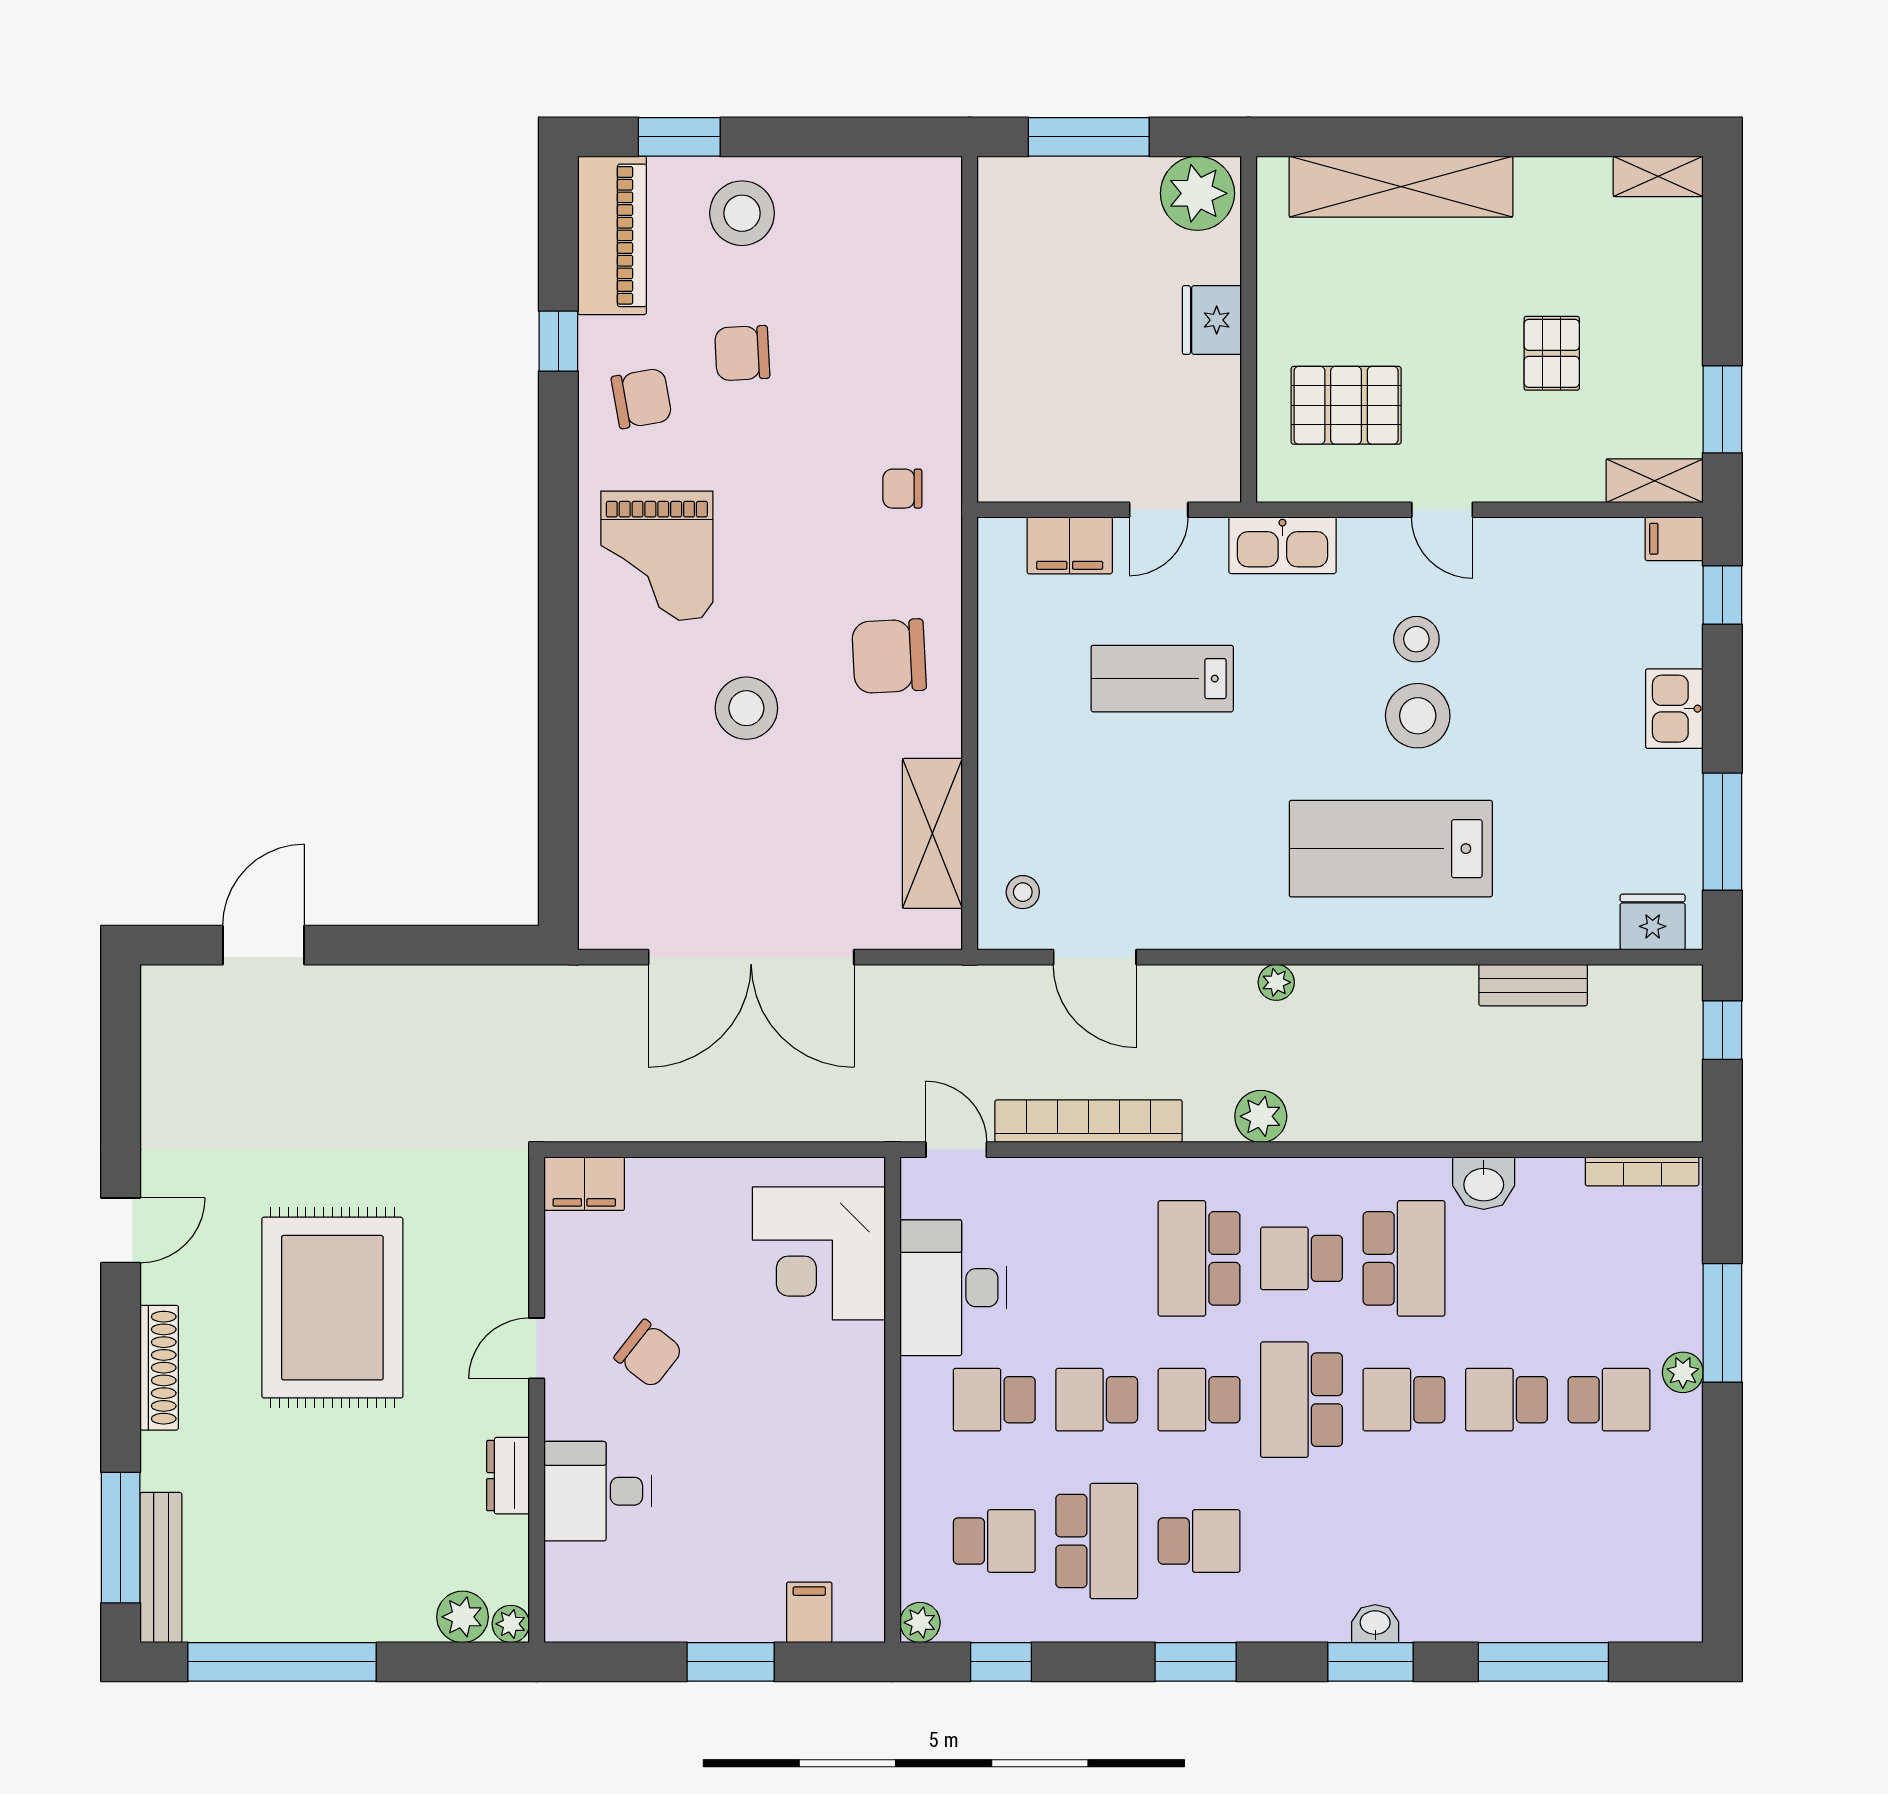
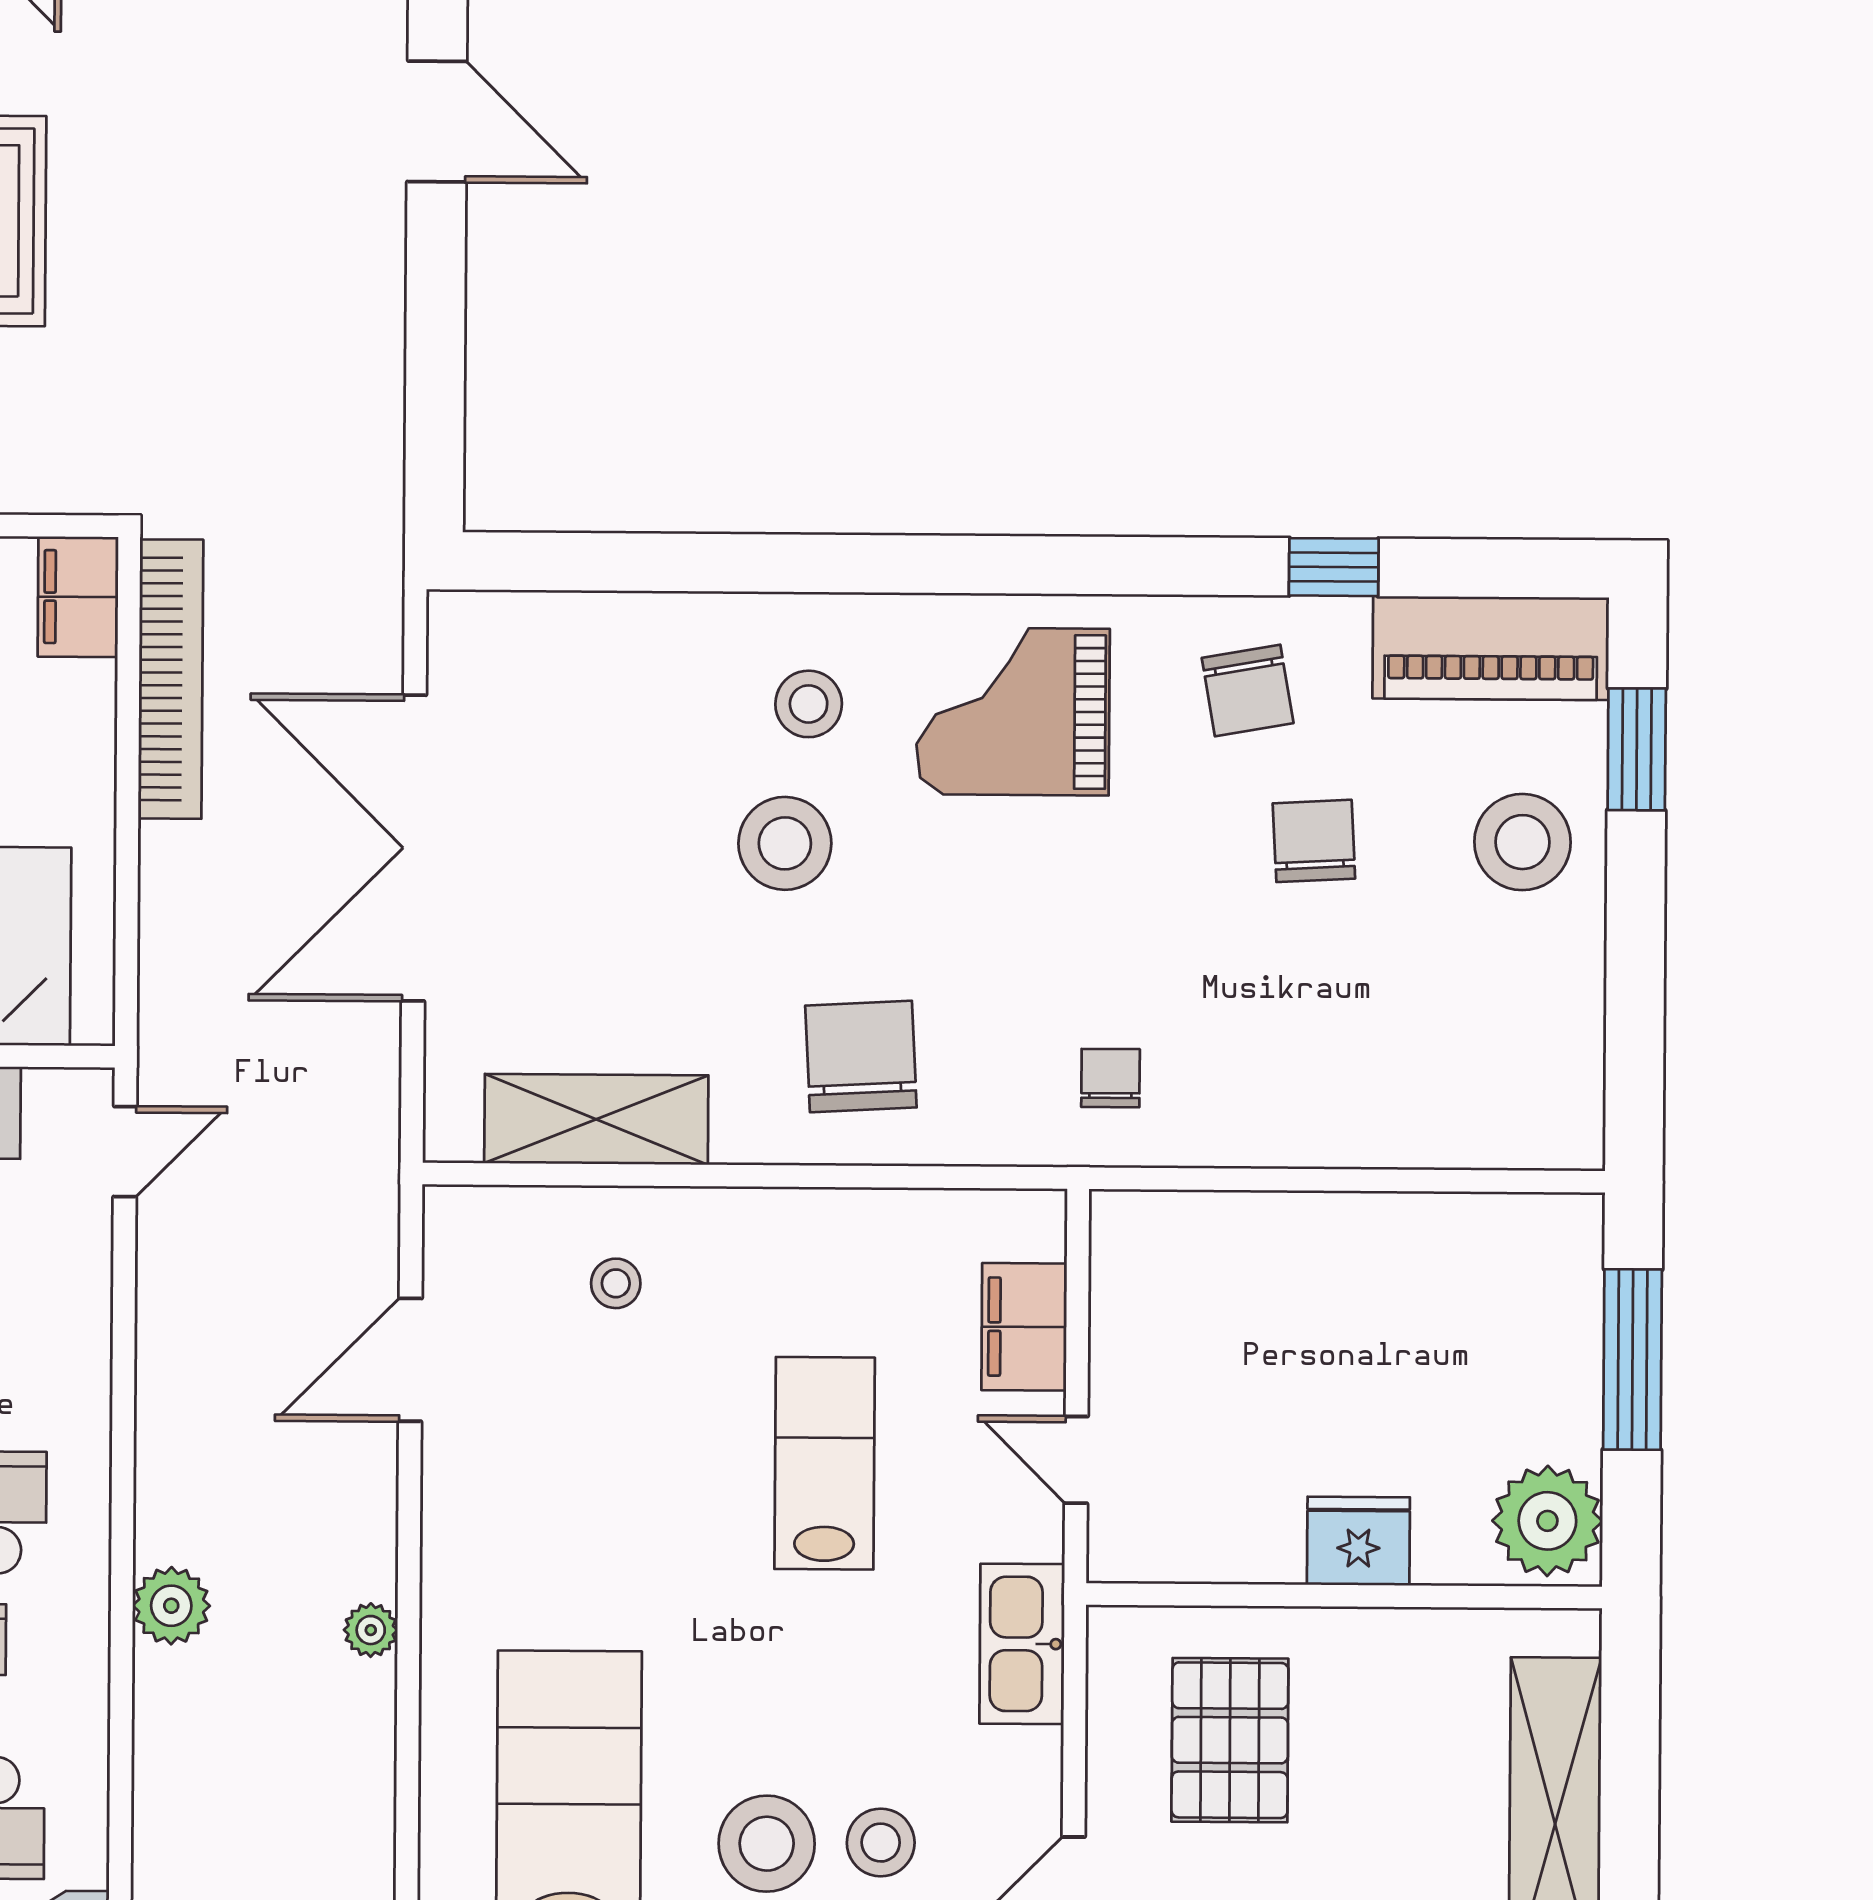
stool: (653, 693) -> (809, 704), added
stool: (1023, 892) -> (616, 1283), moved
bookcase: (1089, 1121) -> (171, 679), moved

